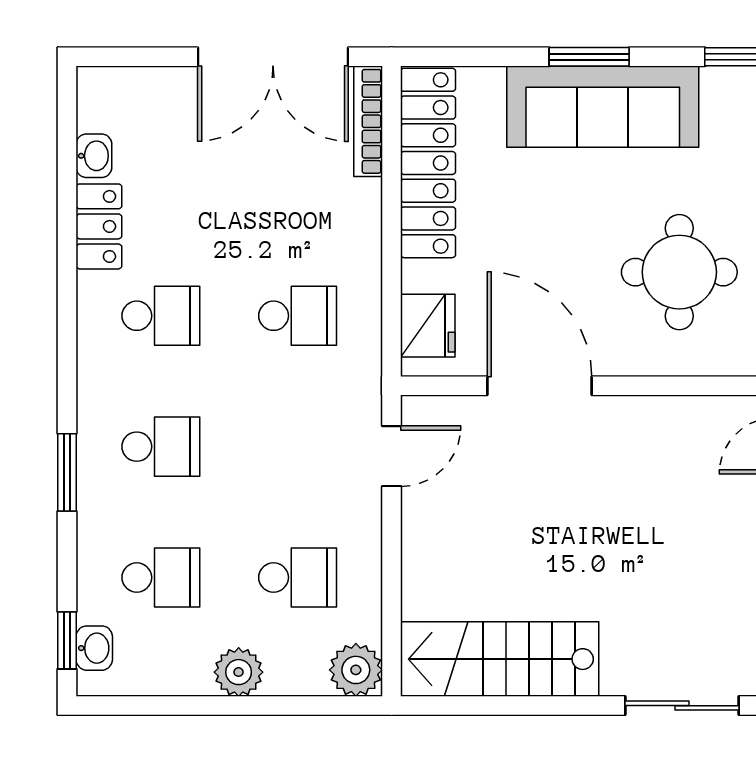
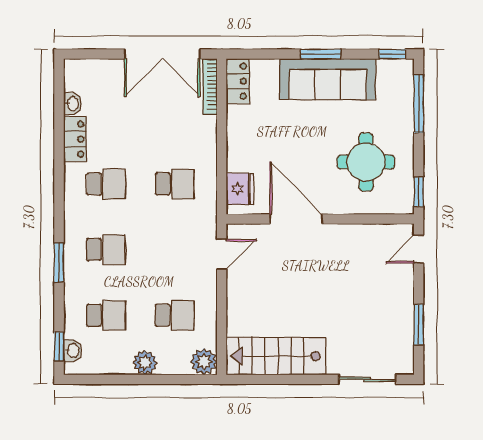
locker: (428, 163) -> (238, 81), width x0.46, depth x0.83

